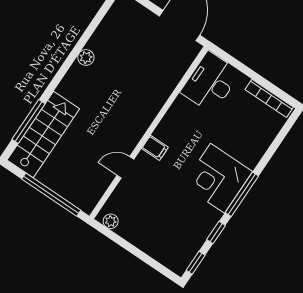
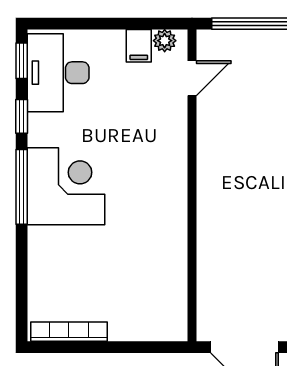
desk: (210, 82) -> (58, 73), moved, turned 180
filing cabinet: (155, 148) -> (139, 46), moved, turned -90
door: (125, 167) -> (192, 78), moved

